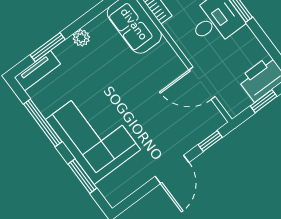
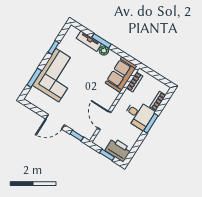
window: (48, 47) -> (101, 41), moved
tv unit: (37, 71) -> (89, 41), moved
window: (43, 123) -> (54, 47), width x0.46

